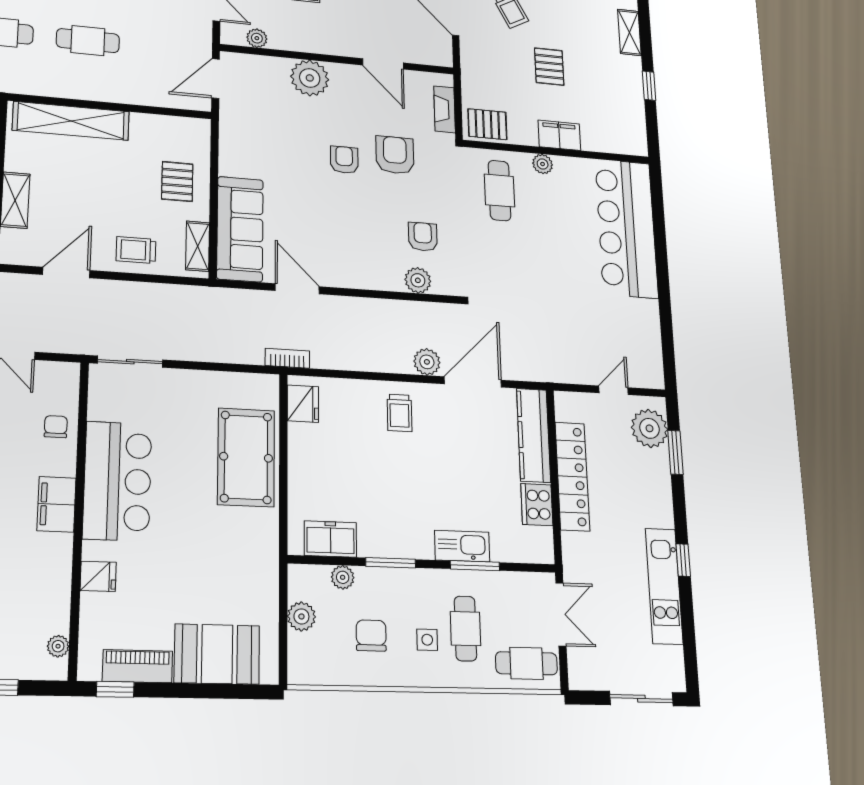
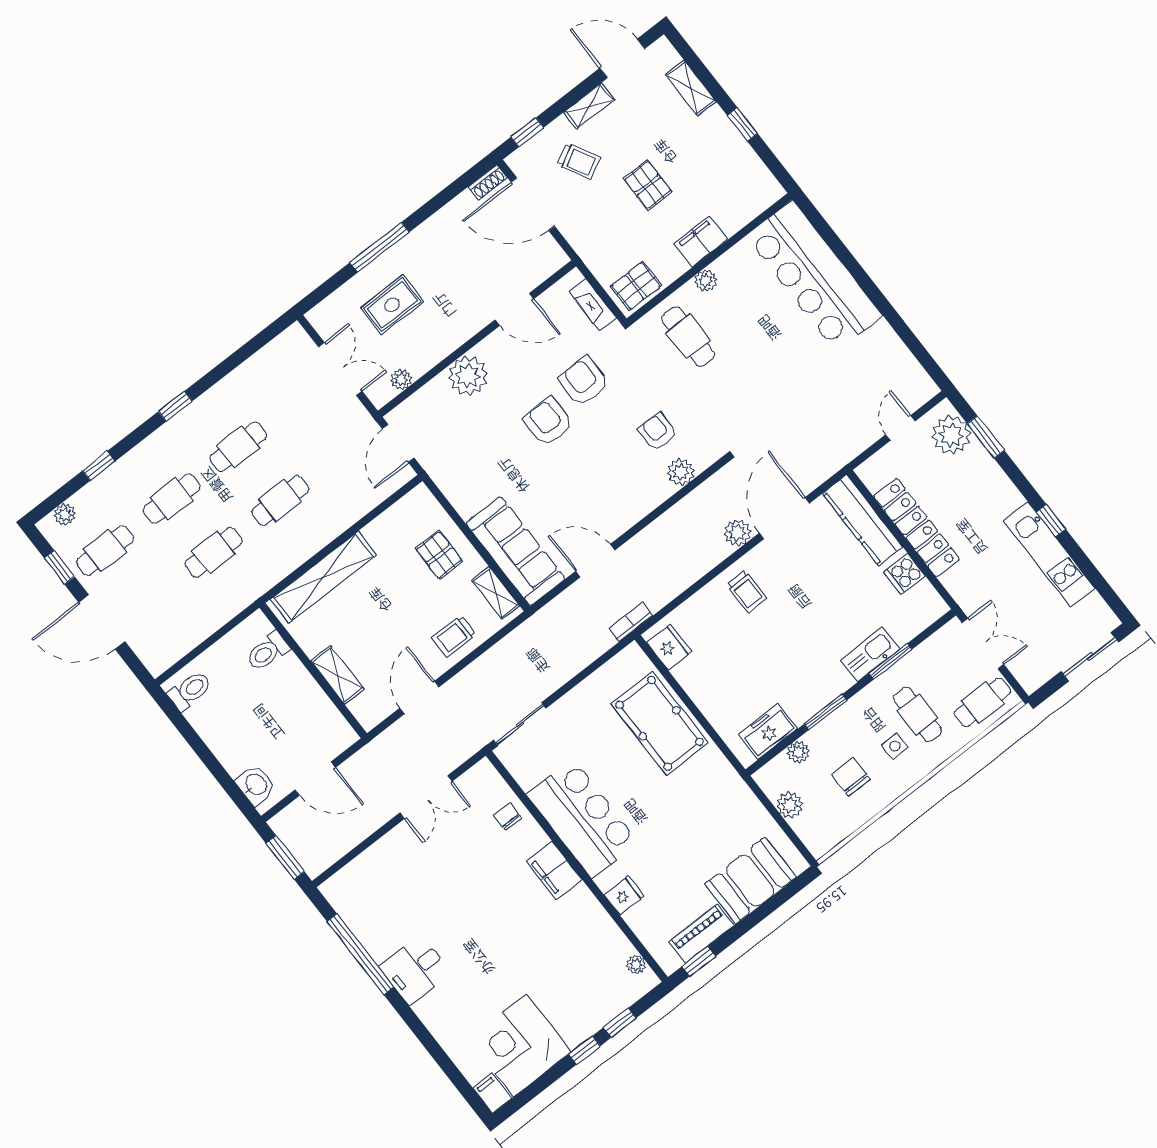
armchair: (344, 160) -> (548, 422), width x1.38, depth x1.38
cooker: (537, 505) -> (904, 574), width x0.73

